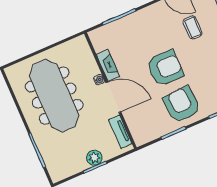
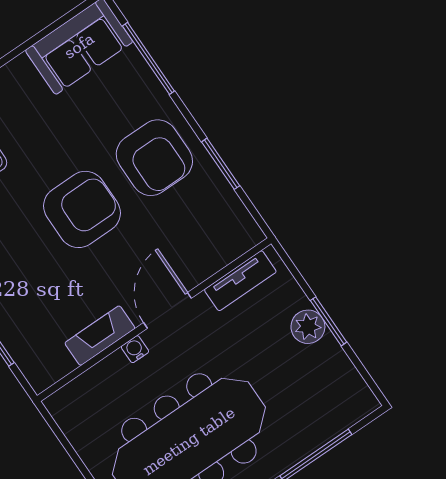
armchair: (165, 68) -> (82, 209), turned 90
door: (113, 97) -> (167, 310), width x0.73
armchair: (182, 104) -> (154, 158), turned -86

